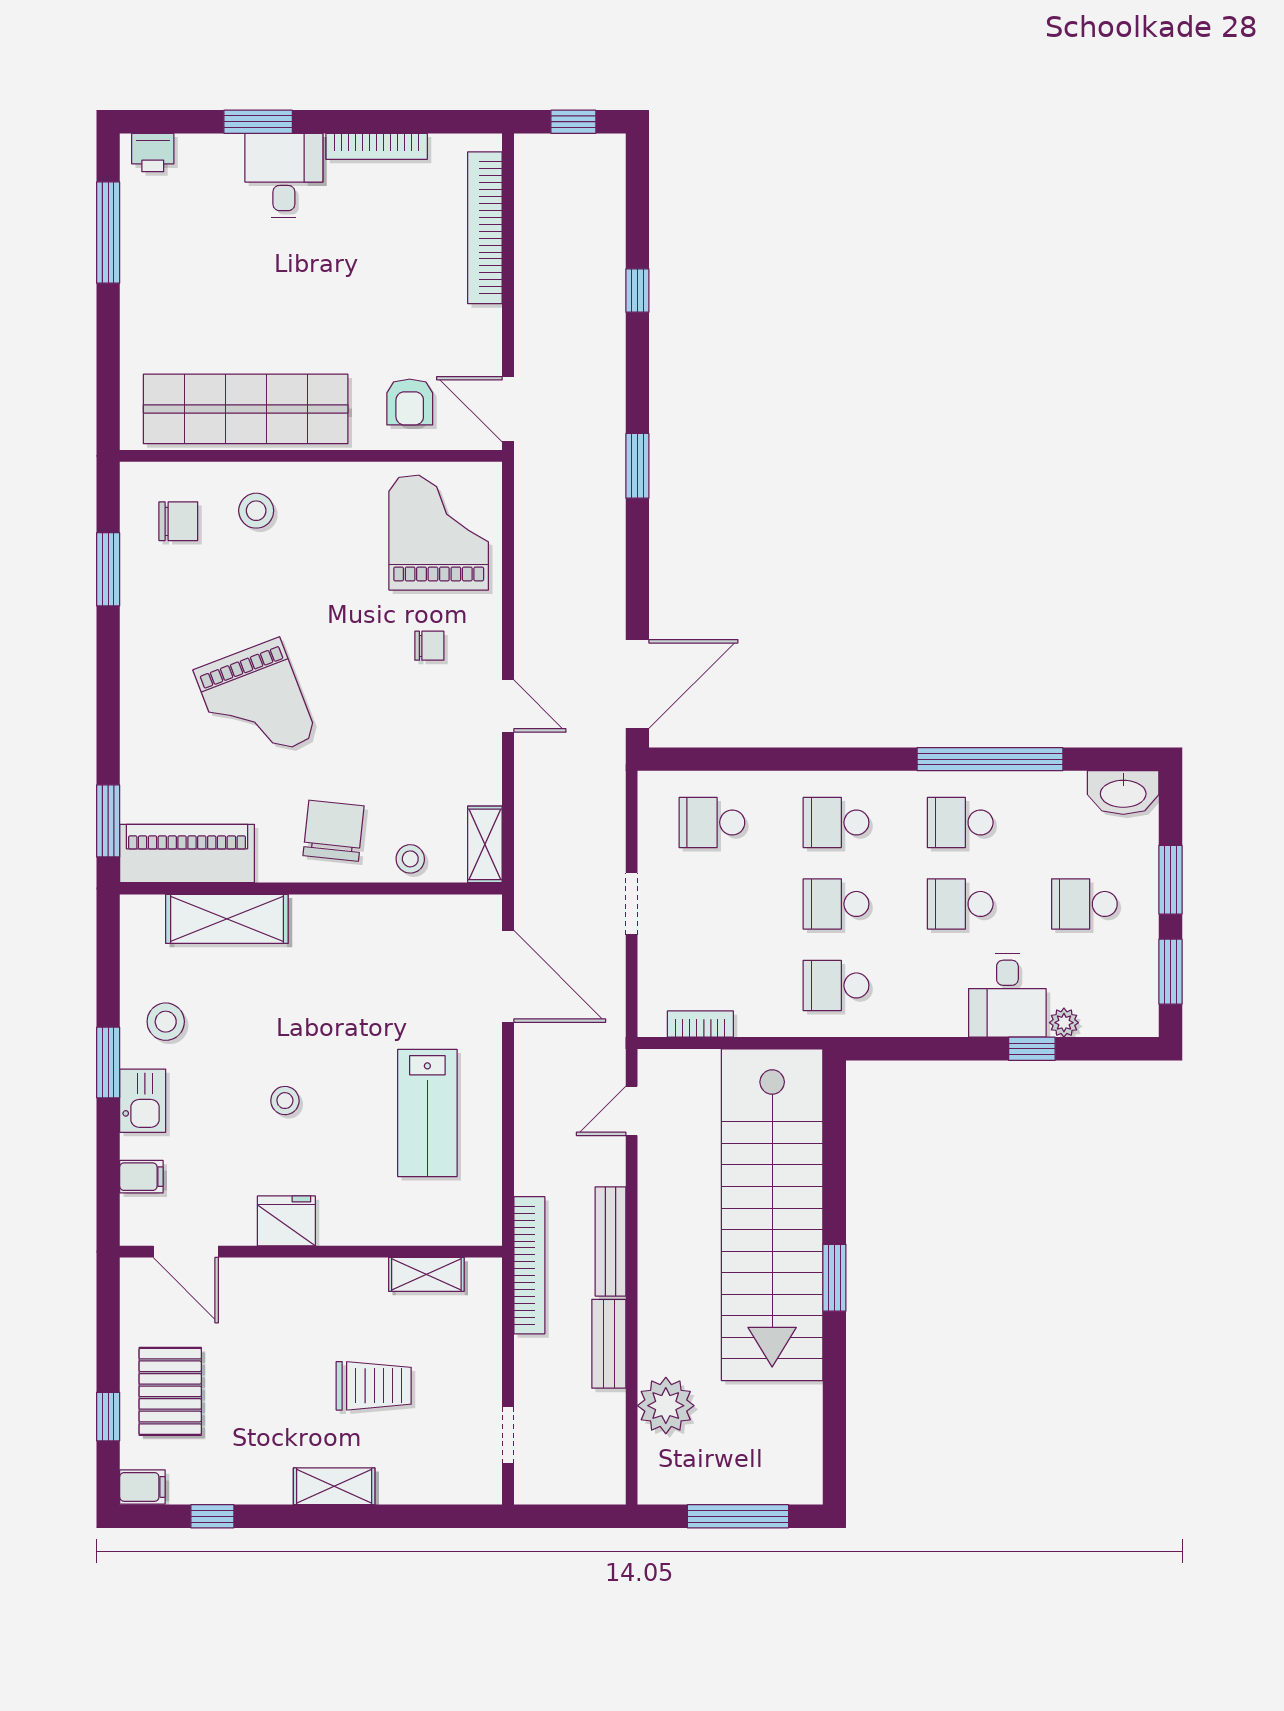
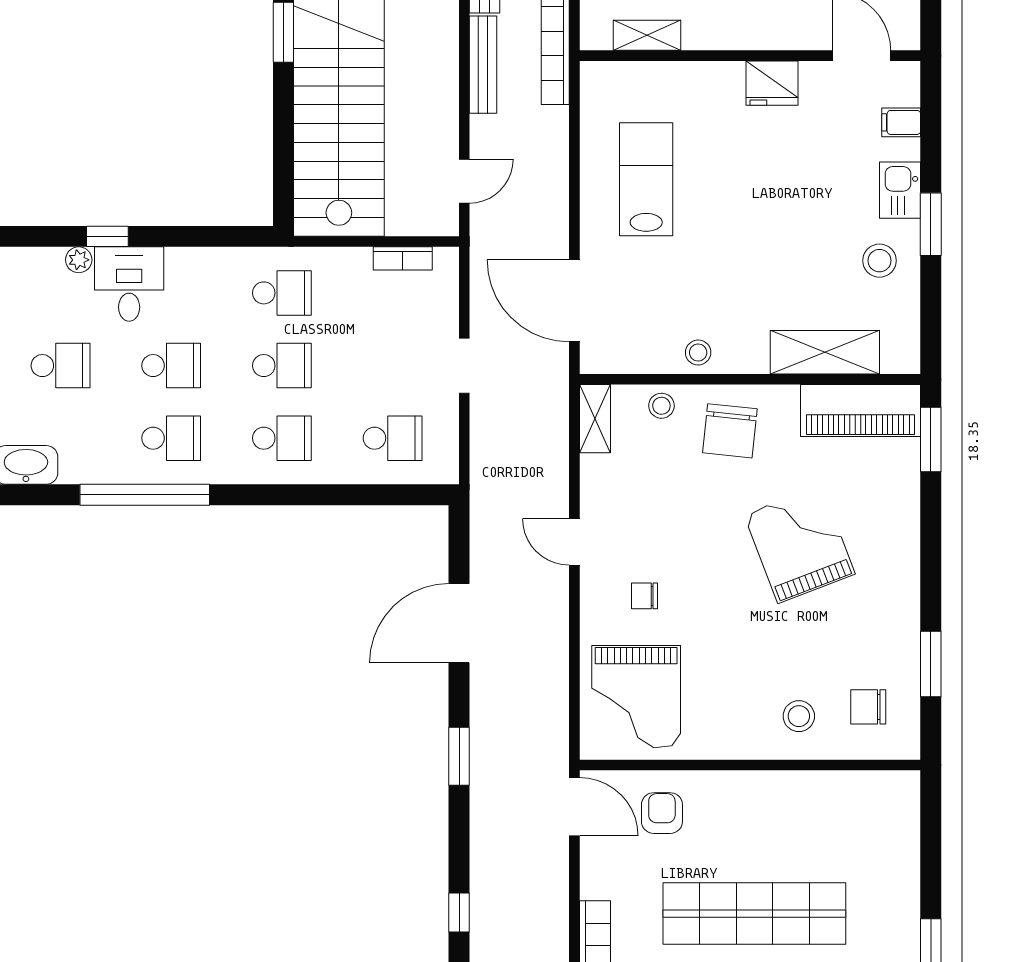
shop shelf: (246, 409) -> (754, 914), moved
door: (637, 684) -> (459, 623), moved
stool: (285, 1101) -> (698, 353), moved

